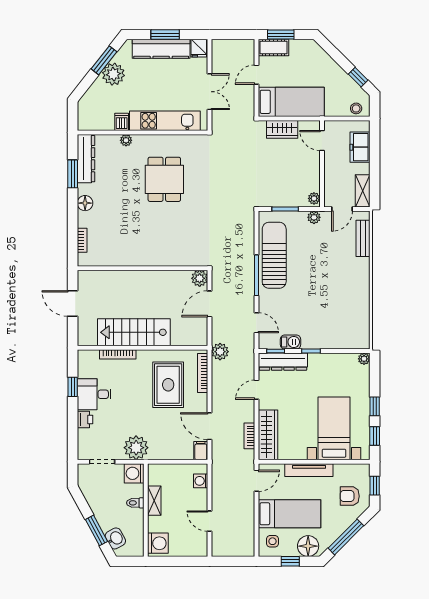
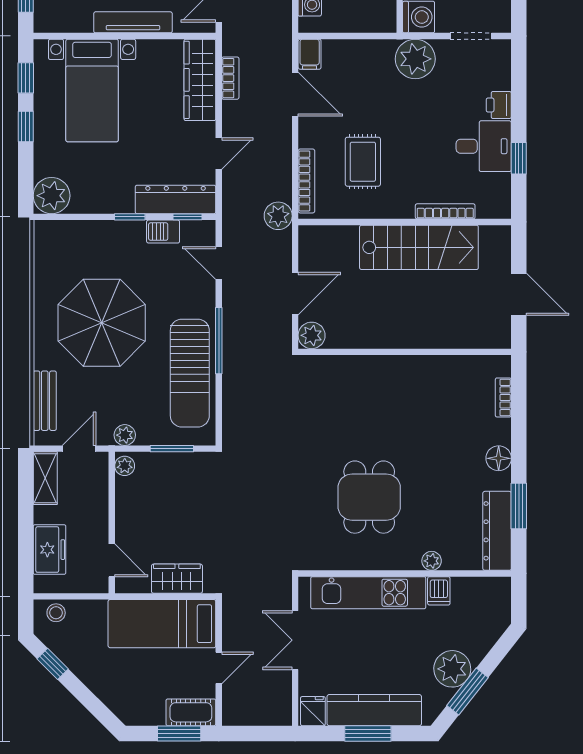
parasol: (328, 286) -> (102, 323), added
plant: (364, 359) -> (52, 196), width x1.88, depth x1.88
rug: (168, 385) -> (363, 162), width x0.73, depth x0.70

